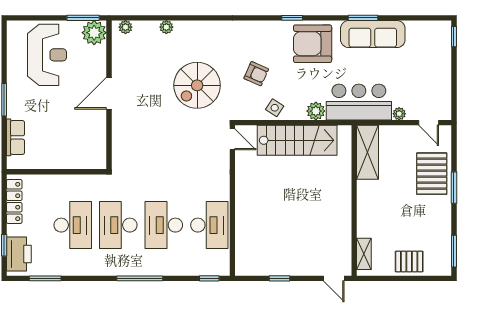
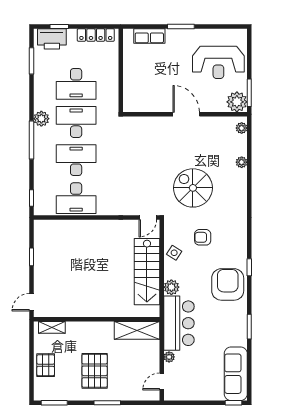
sofa: (373, 34) -> (236, 374), moved
armchair: (256, 74) -> (203, 237), turned 66
pallet: (432, 174) -> (95, 371), moved, turned 90
plant: (114, 267) -> (41, 119), added

